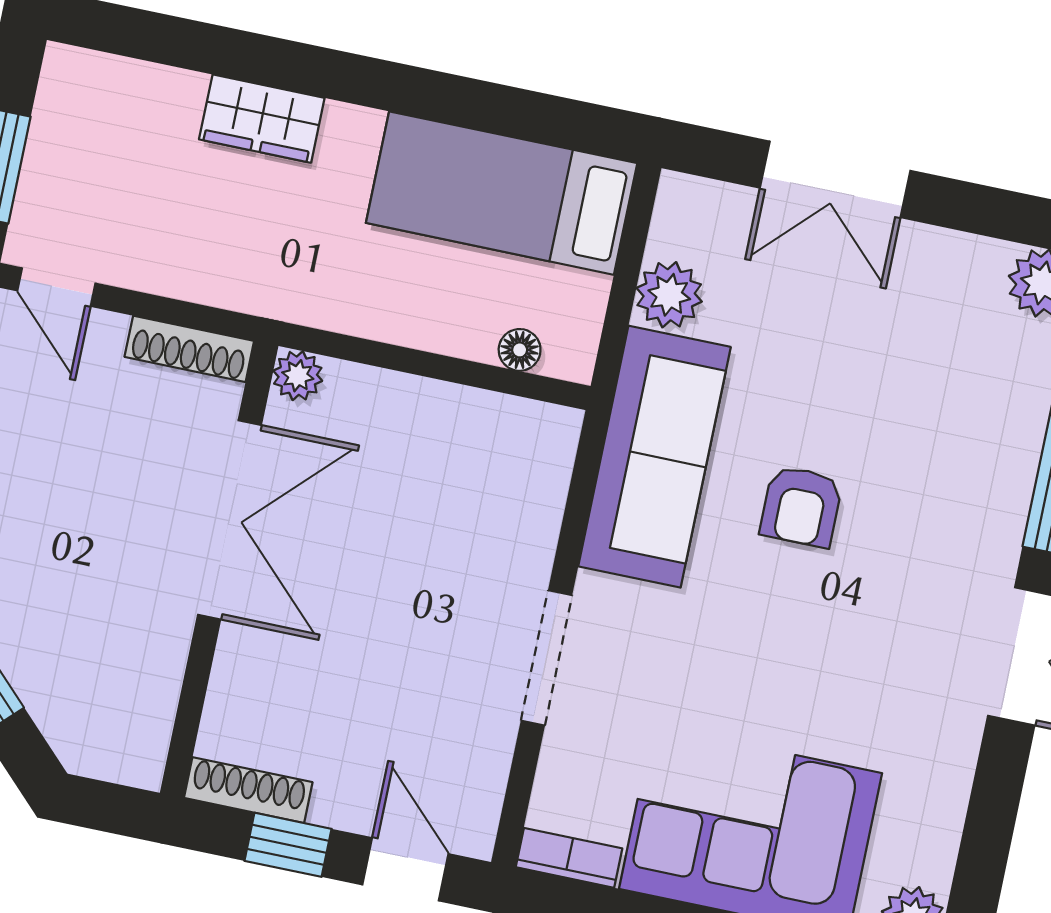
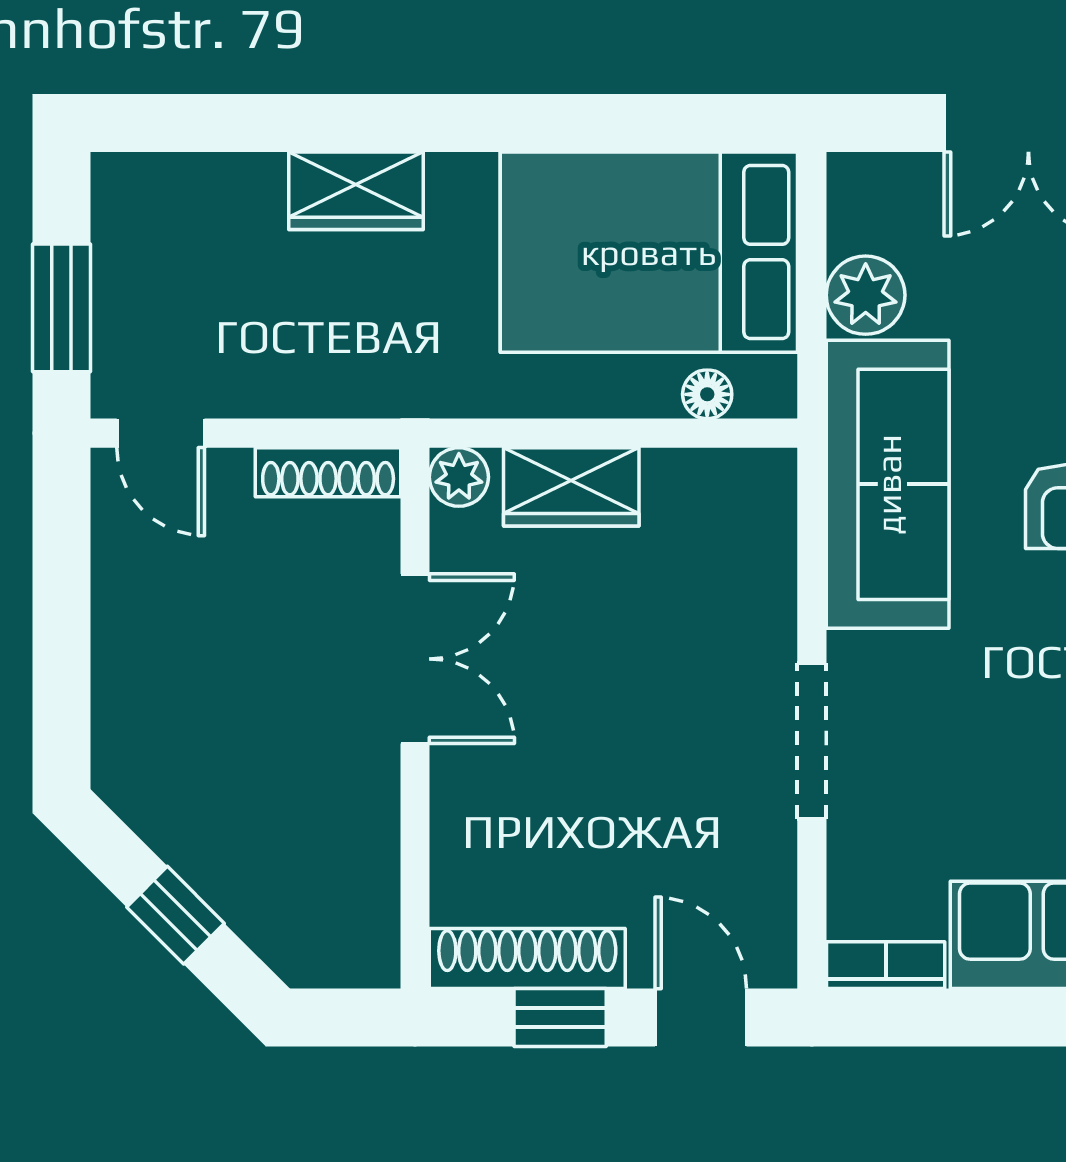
bed: (502, 193) -> (649, 252), width x1.50
wardrobe: (390, 403) -> (571, 487), added
double door: (229, 520) -> (415, 659), width x0.73
shoe rack: (248, 790) -> (527, 958), width x1.36, depth x1.24

